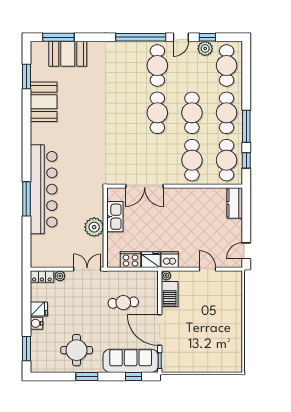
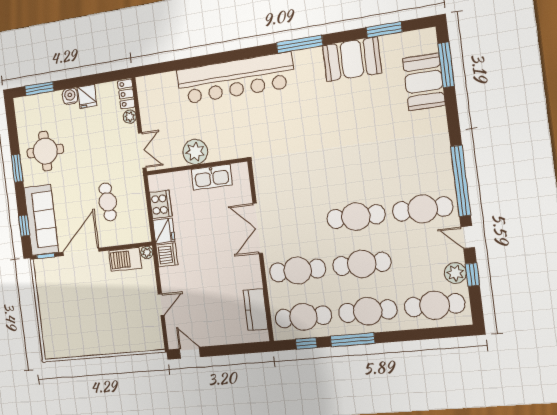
double door: (145, 186) -> (258, 228), moved
window: (26, 199) -> (300, 44), moved
kitchen counter: (235, 203) -> (256, 310), moved, turned -90

